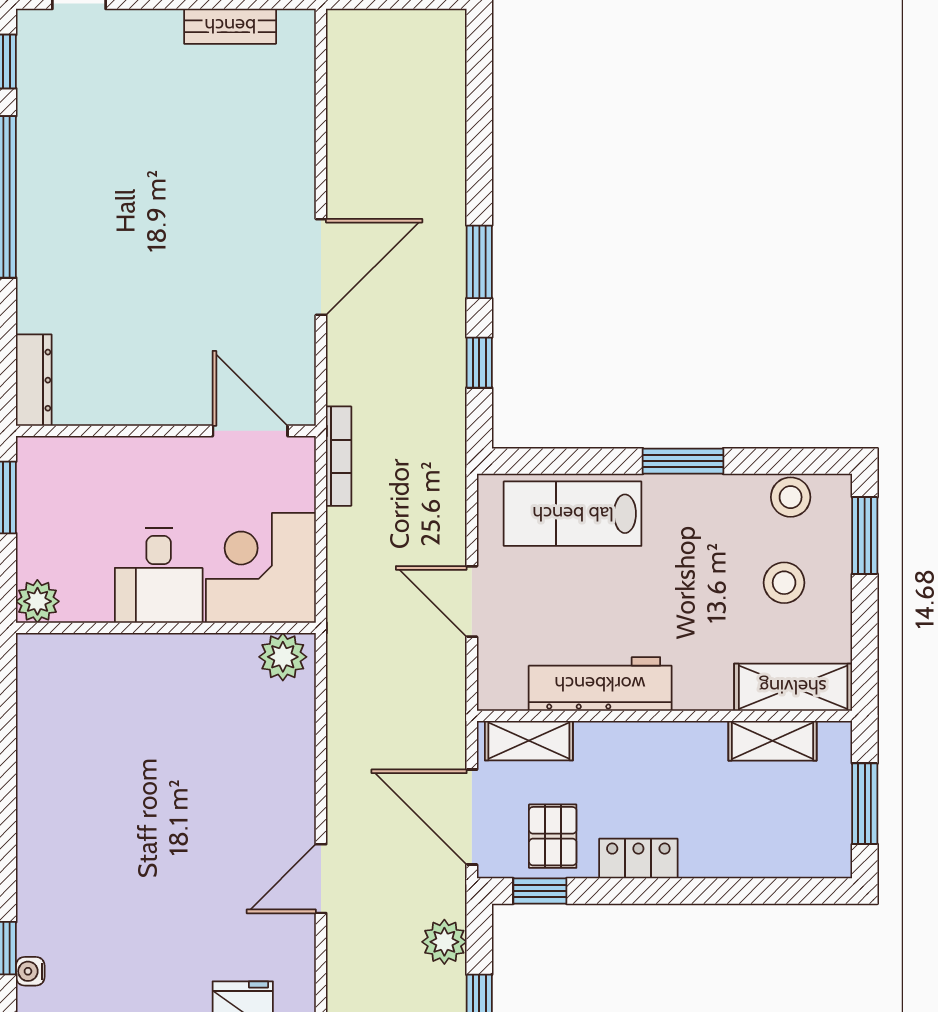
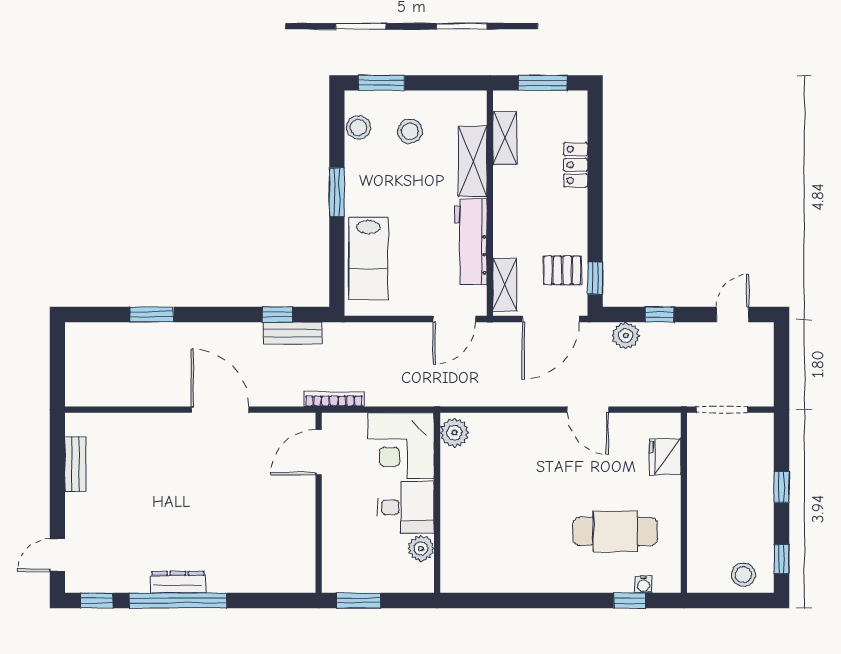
window: (479, 262) -> (152, 314), moved
dresser: (34, 380) -> (178, 582), moved
bench: (448, 387) -> (293, 333), added
plant: (37, 601) -> (421, 549), moved
door: (472, 601) -> (454, 319), moved
shelving: (793, 687) -> (473, 161), moved
locker: (638, 859) -> (576, 165), moved
cafe table: (119, 924) -> (615, 531), added

